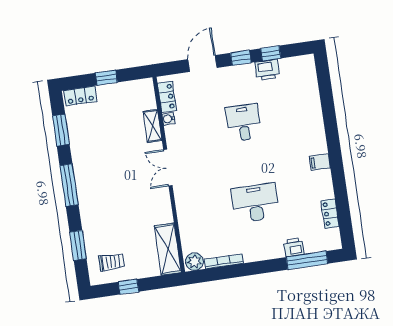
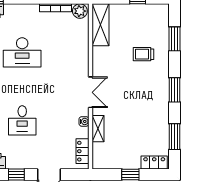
water cooler: (168, 119) -> (84, 121), moved
window: (69, 185) -> (174, 90), width x0.69
trolley: (112, 262) -> (143, 54), moved

